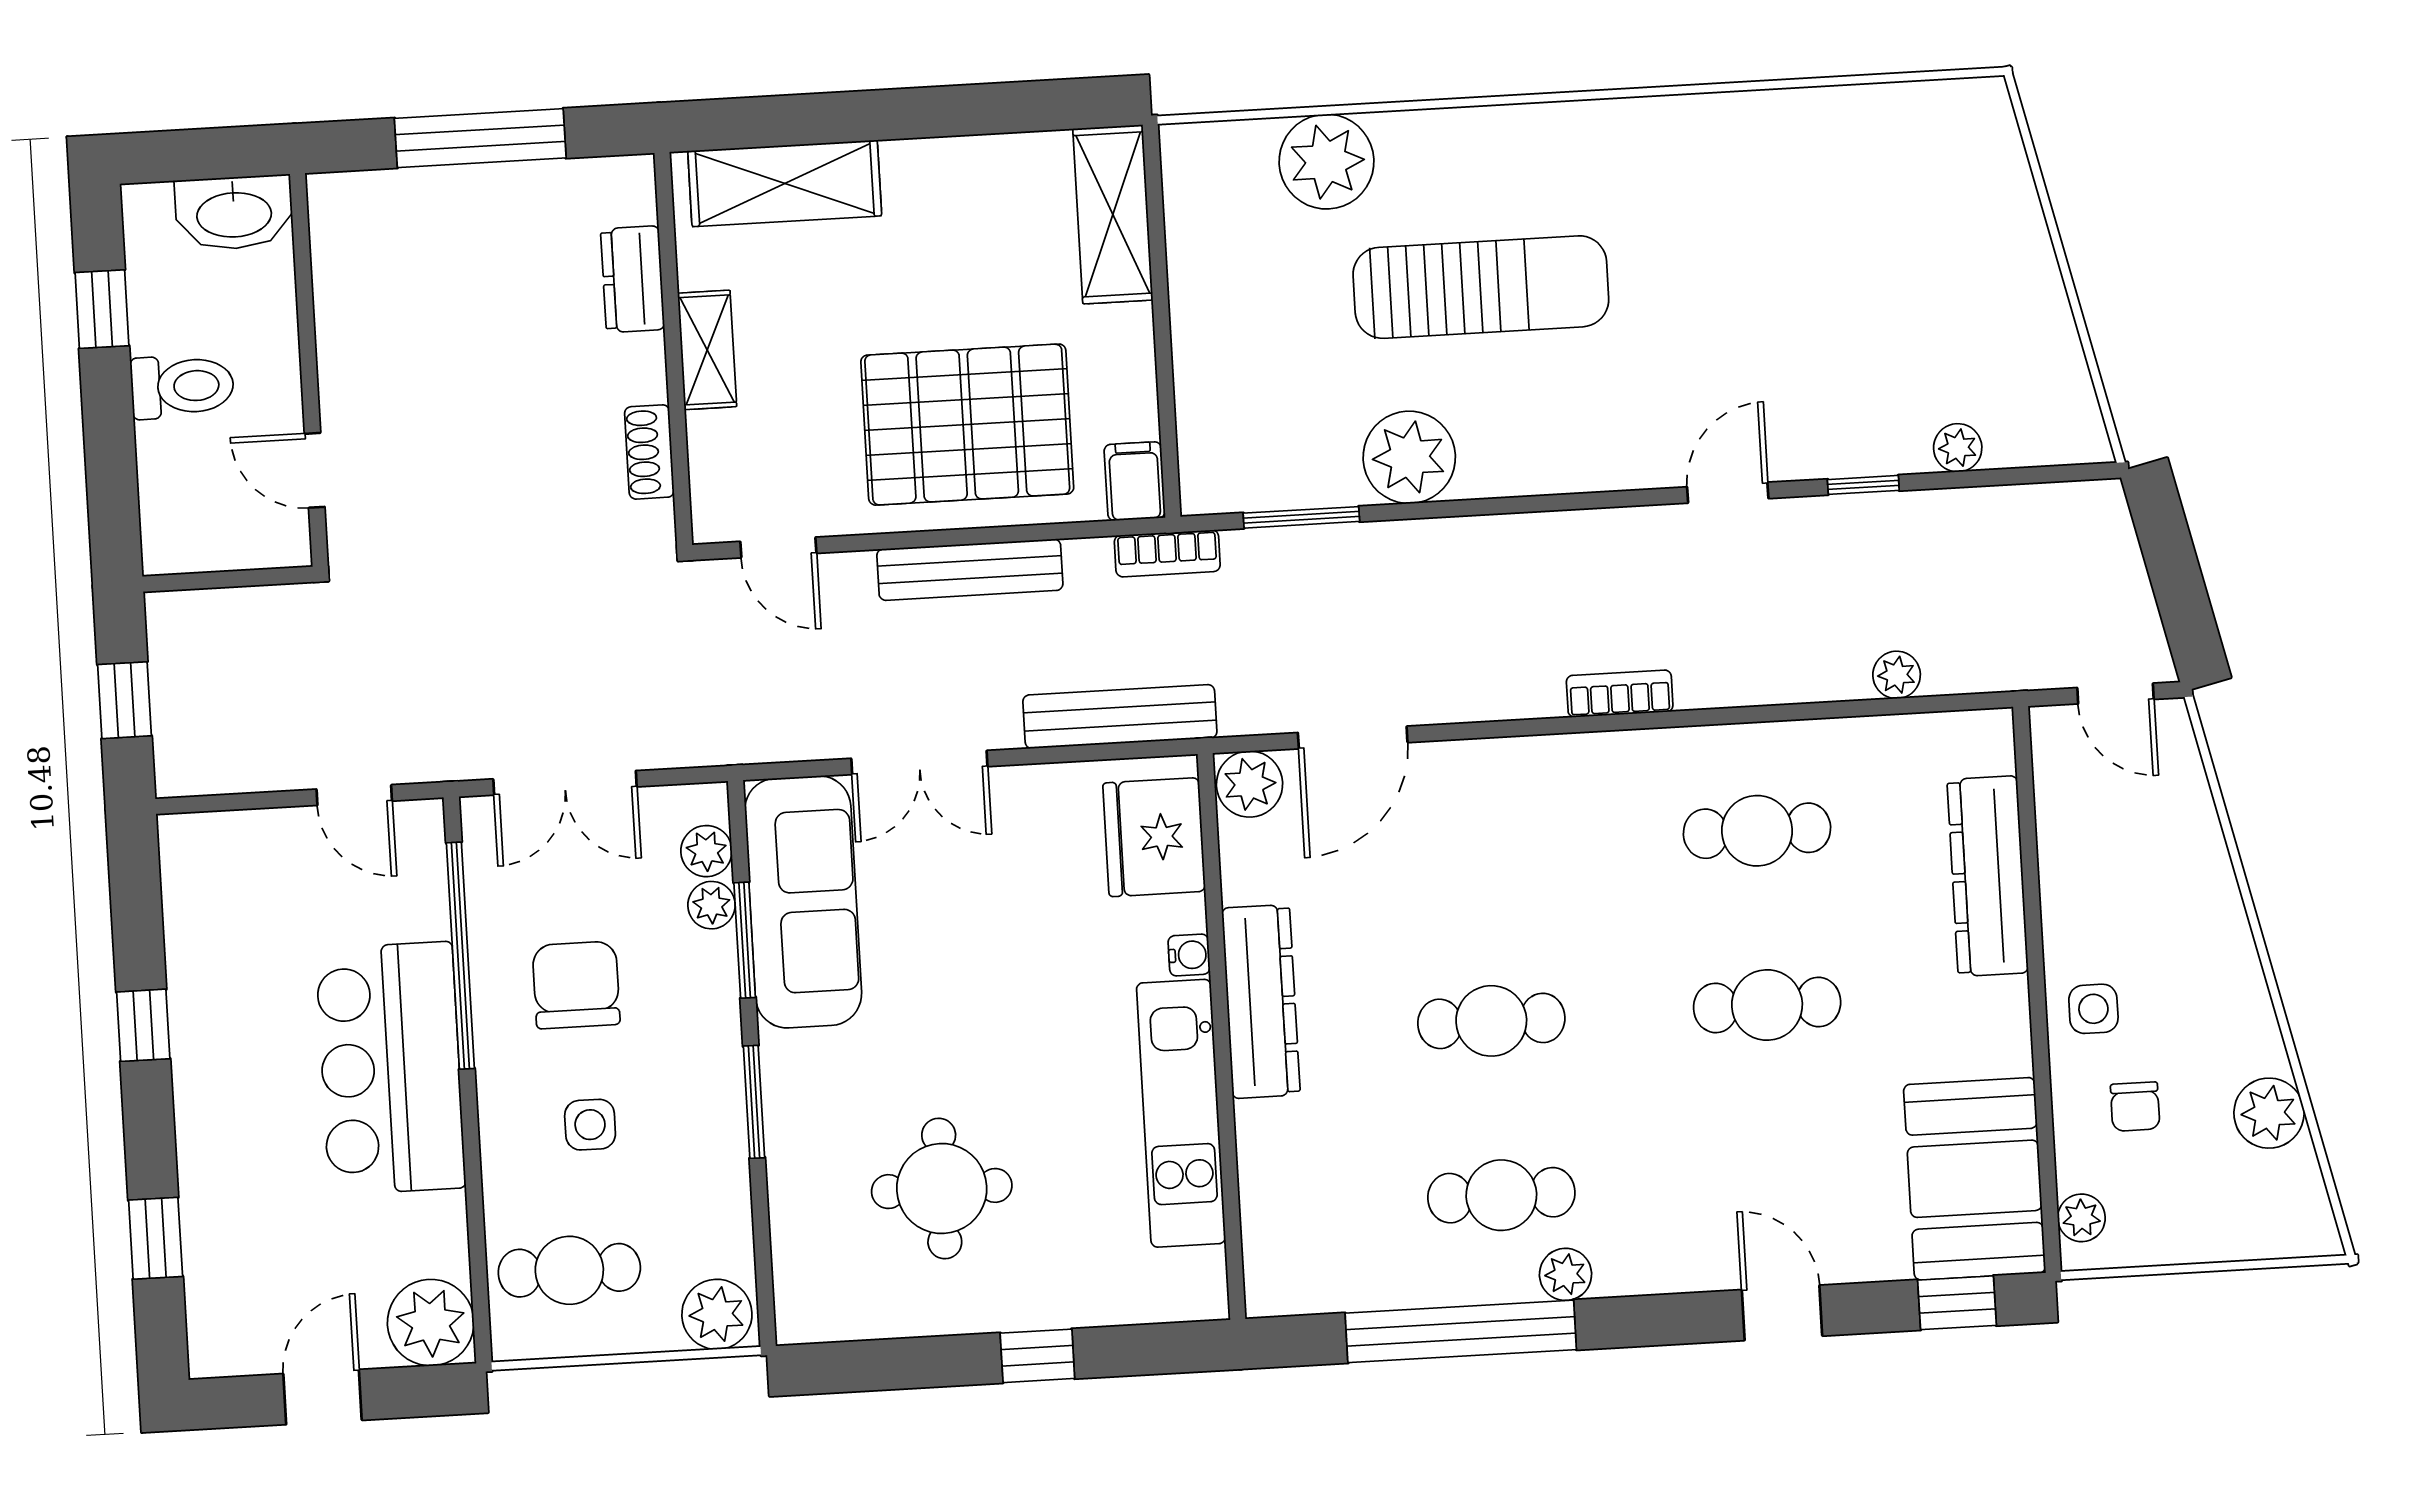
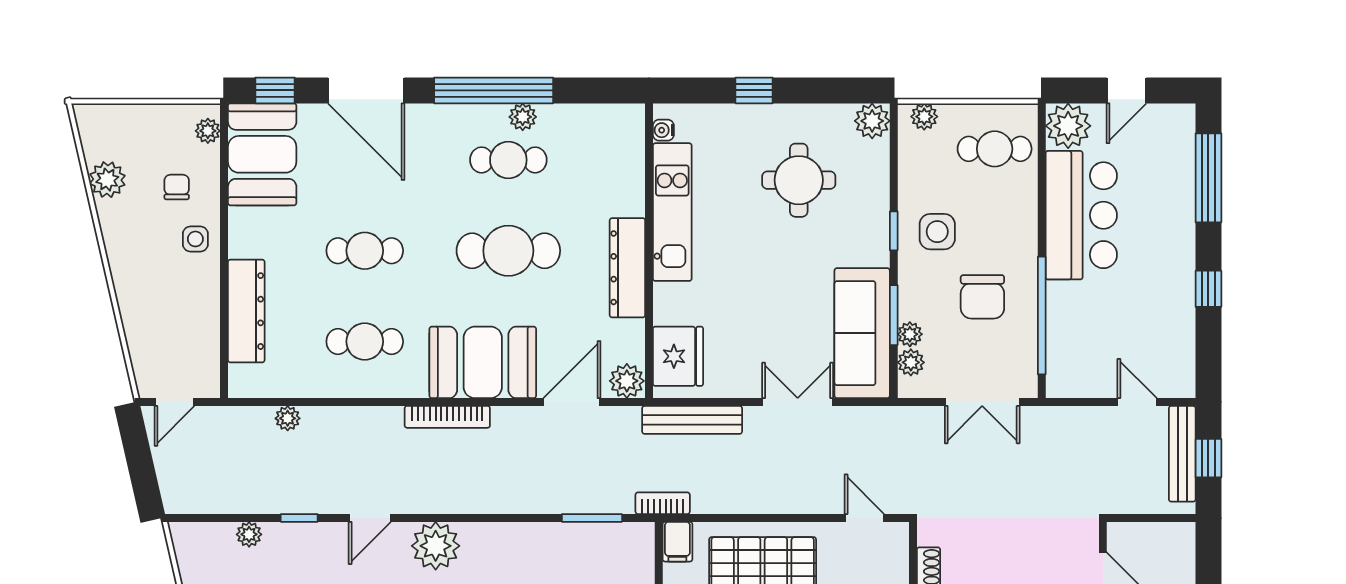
plant: (1409, 457) -> (436, 546), moved
bench: (970, 570) -> (1182, 454), moved, turned 90
bookcase: (1620, 694) -> (447, 417), width x1.56
door: (2115, 694) -> (174, 402), swing flipped
double door: (565, 783) -> (982, 402), swing flipped
door: (354, 795) -> (1137, 402), moved
booth: (1528, 804) -> (483, 362), added
water cooler: (1189, 955) -> (663, 130), moved
cafe table: (1491, 1021) -> (508, 251), width x1.37, depth x1.35
bar counter: (391, 1068) -> (1081, 215), moved
window: (754, 1102) -> (894, 231), width x0.67
side table: (590, 1125) -> (937, 232), moved, width x1.37, depth x1.37
window: (156, 1238) -> (1208, 178), width x2.17
plant: (1565, 1274) -> (523, 117), moved
plant: (807, 1310) -> (872, 121), added
door: (1782, 1313) -> (366, 90), width x1.88
plant: (717, 1314) -> (924, 117), width x0.73, depth x0.73
window: (1461, 1331) -> (494, 90), moved

